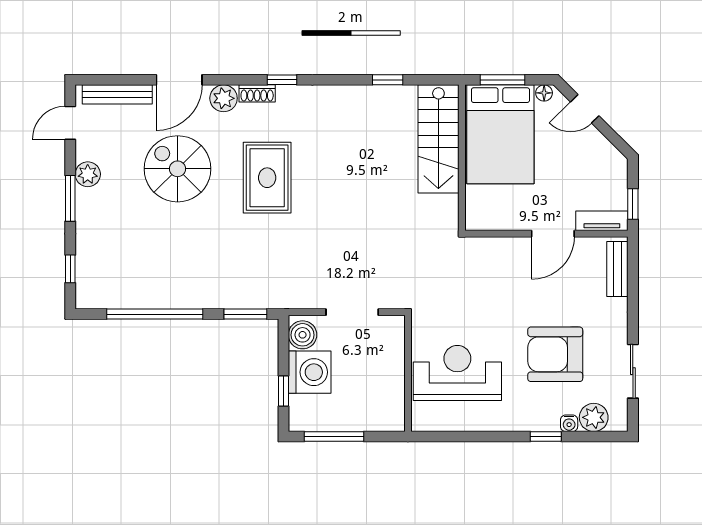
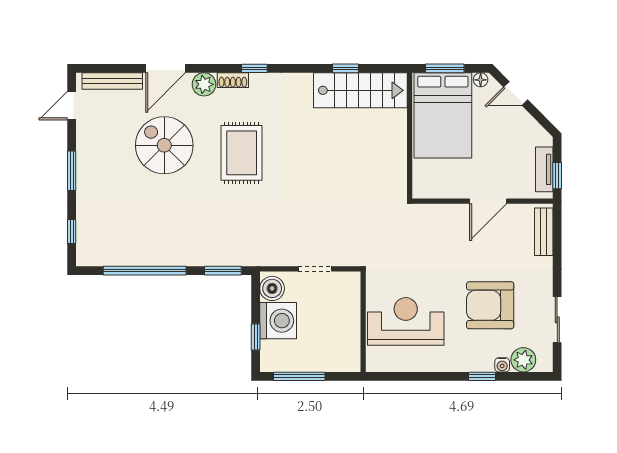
stairs: (438, 139) -> (360, 90), moved, turned -90
plant: (88, 174) -> (87, 150), removed
tv unit: (602, 221) -> (544, 169), moved, turned -90
doorway: (352, 312) -> (315, 269), width x0.73

